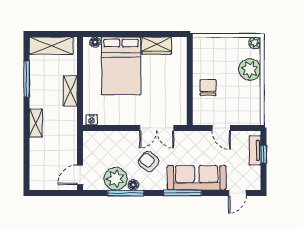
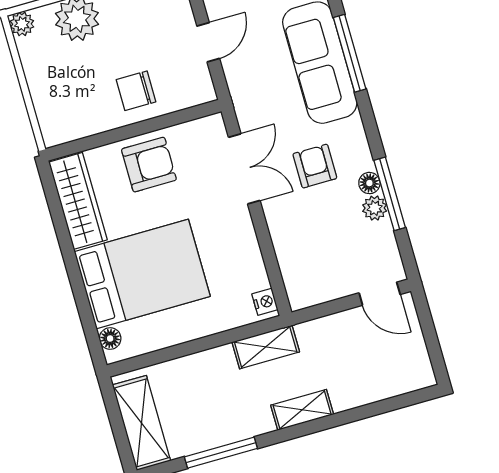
wardrobe: (157, 45) -> (78, 201), width x1.50
armchair: (172, 84) -> (149, 165), added
shelving: (70, 91) -> (266, 347), moved
armchair: (149, 162) -> (315, 166), turned 142
plant: (116, 179) -> (375, 208), width x0.53, depth x0.53
window: (182, 193) -> (350, 53), moved

